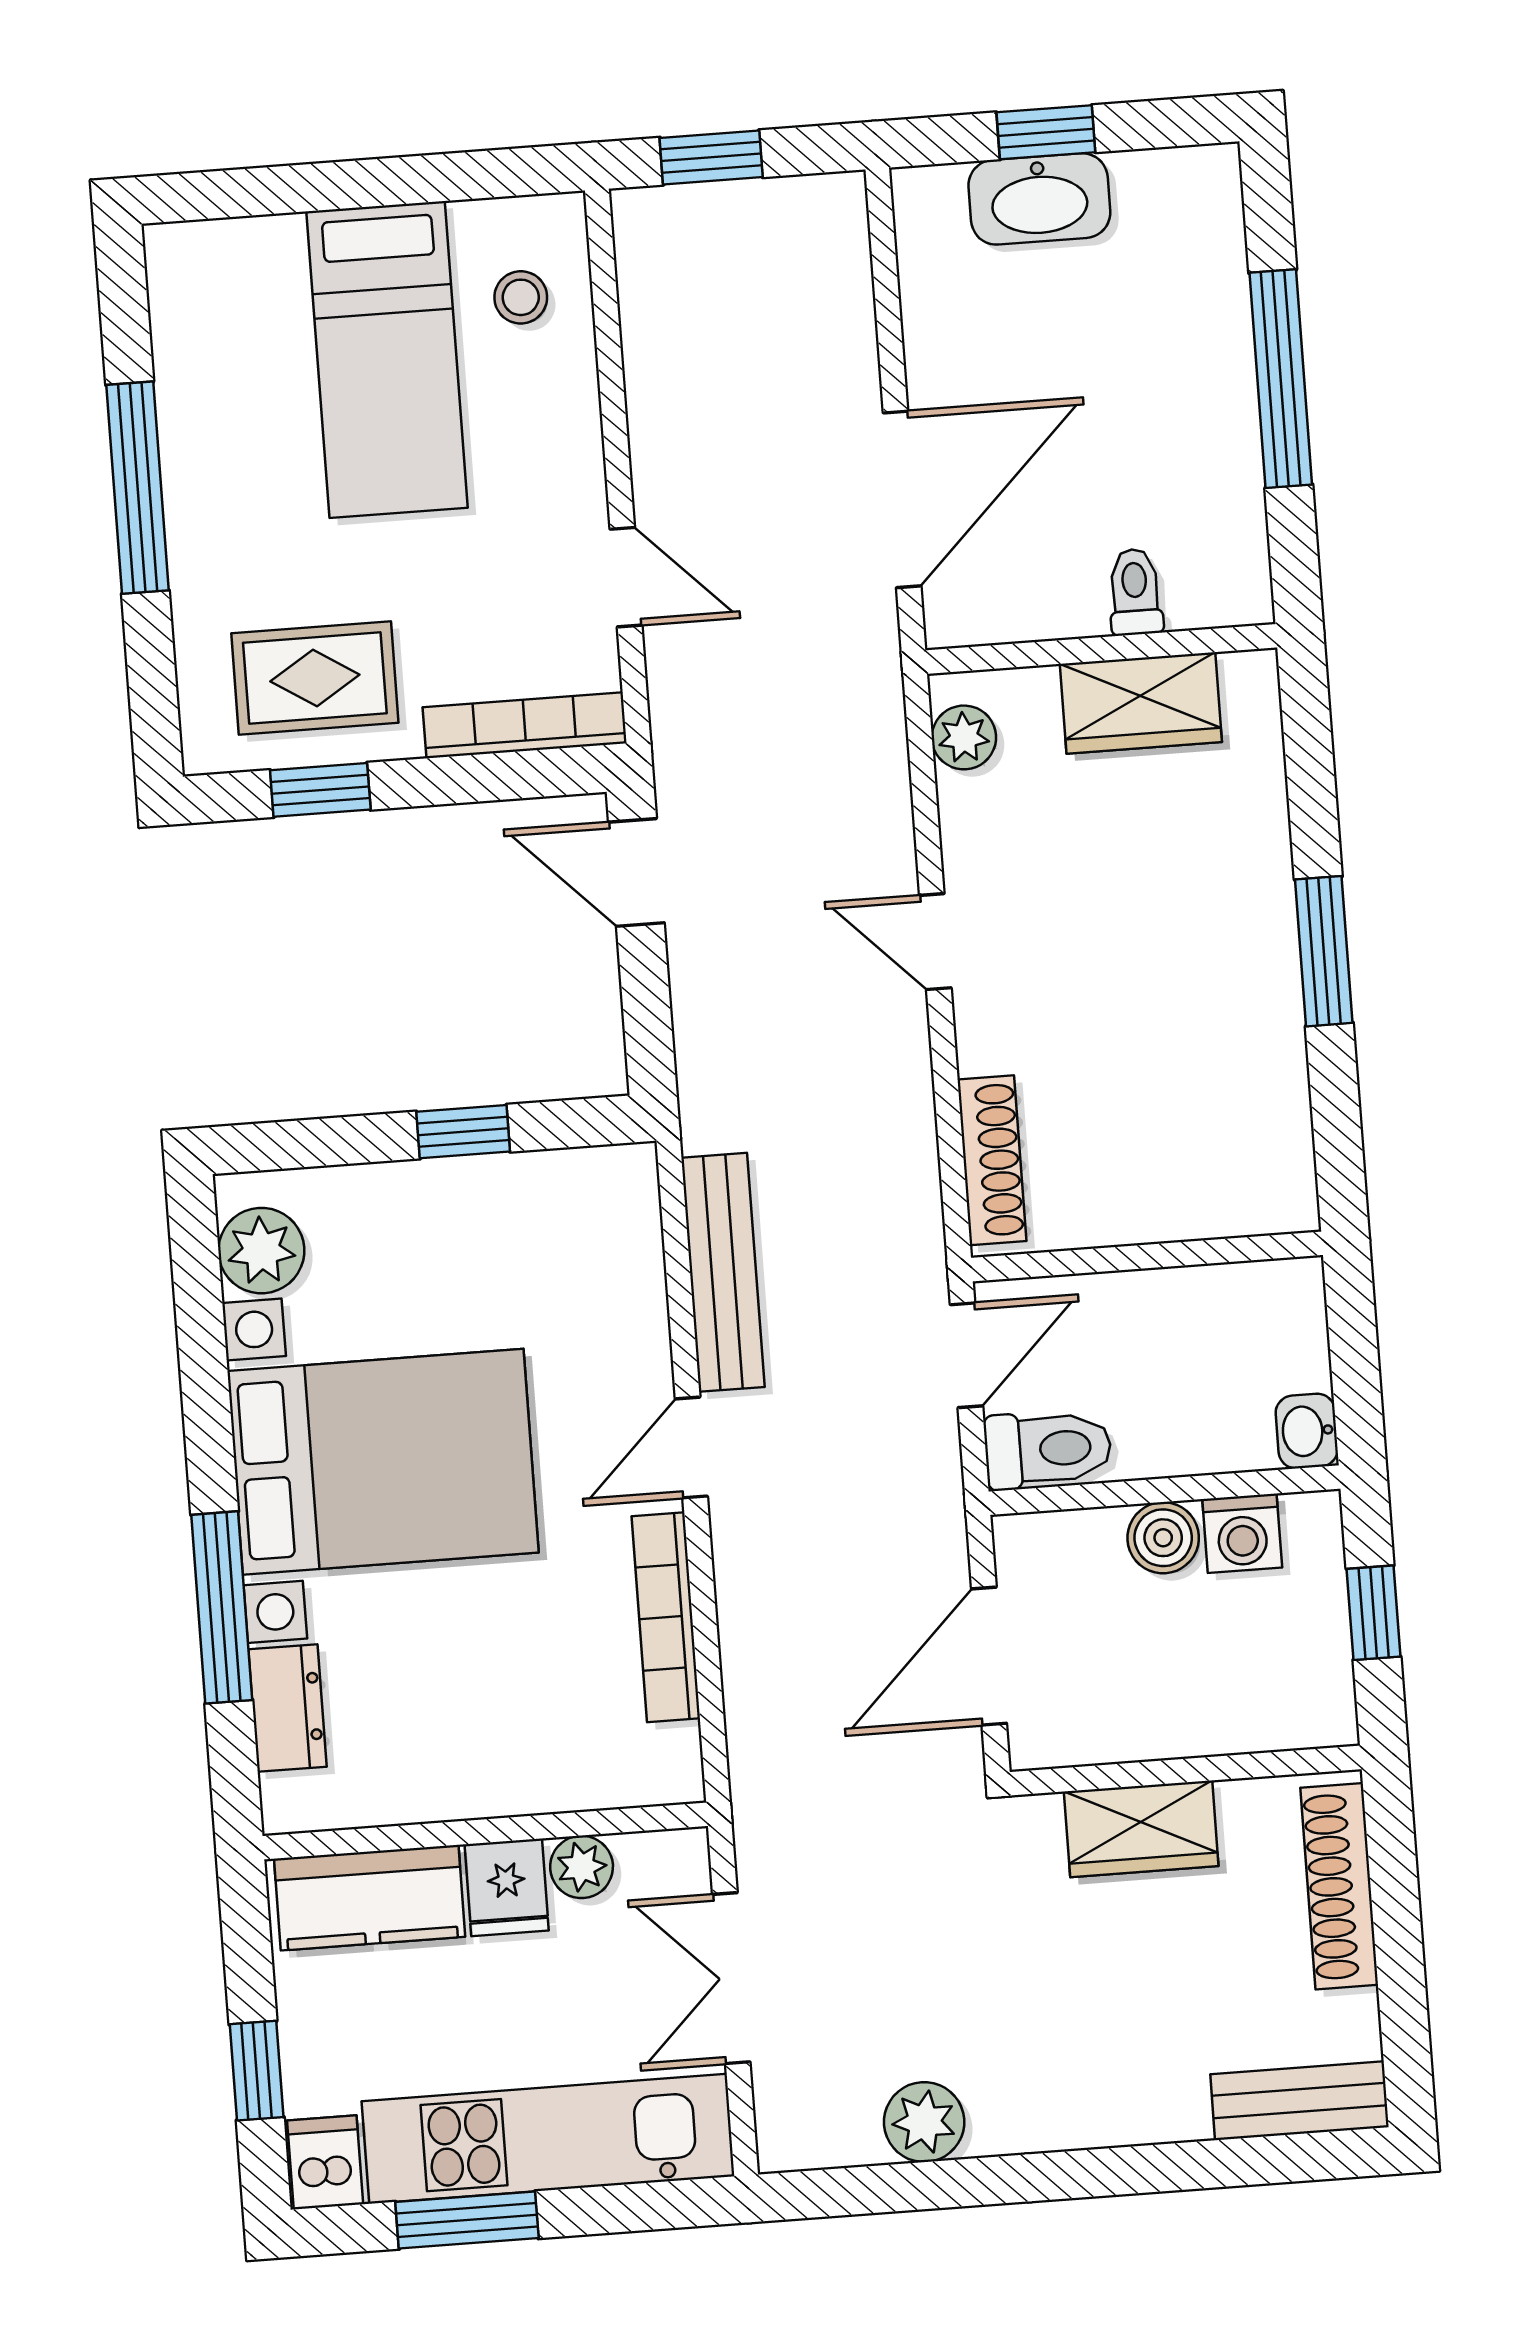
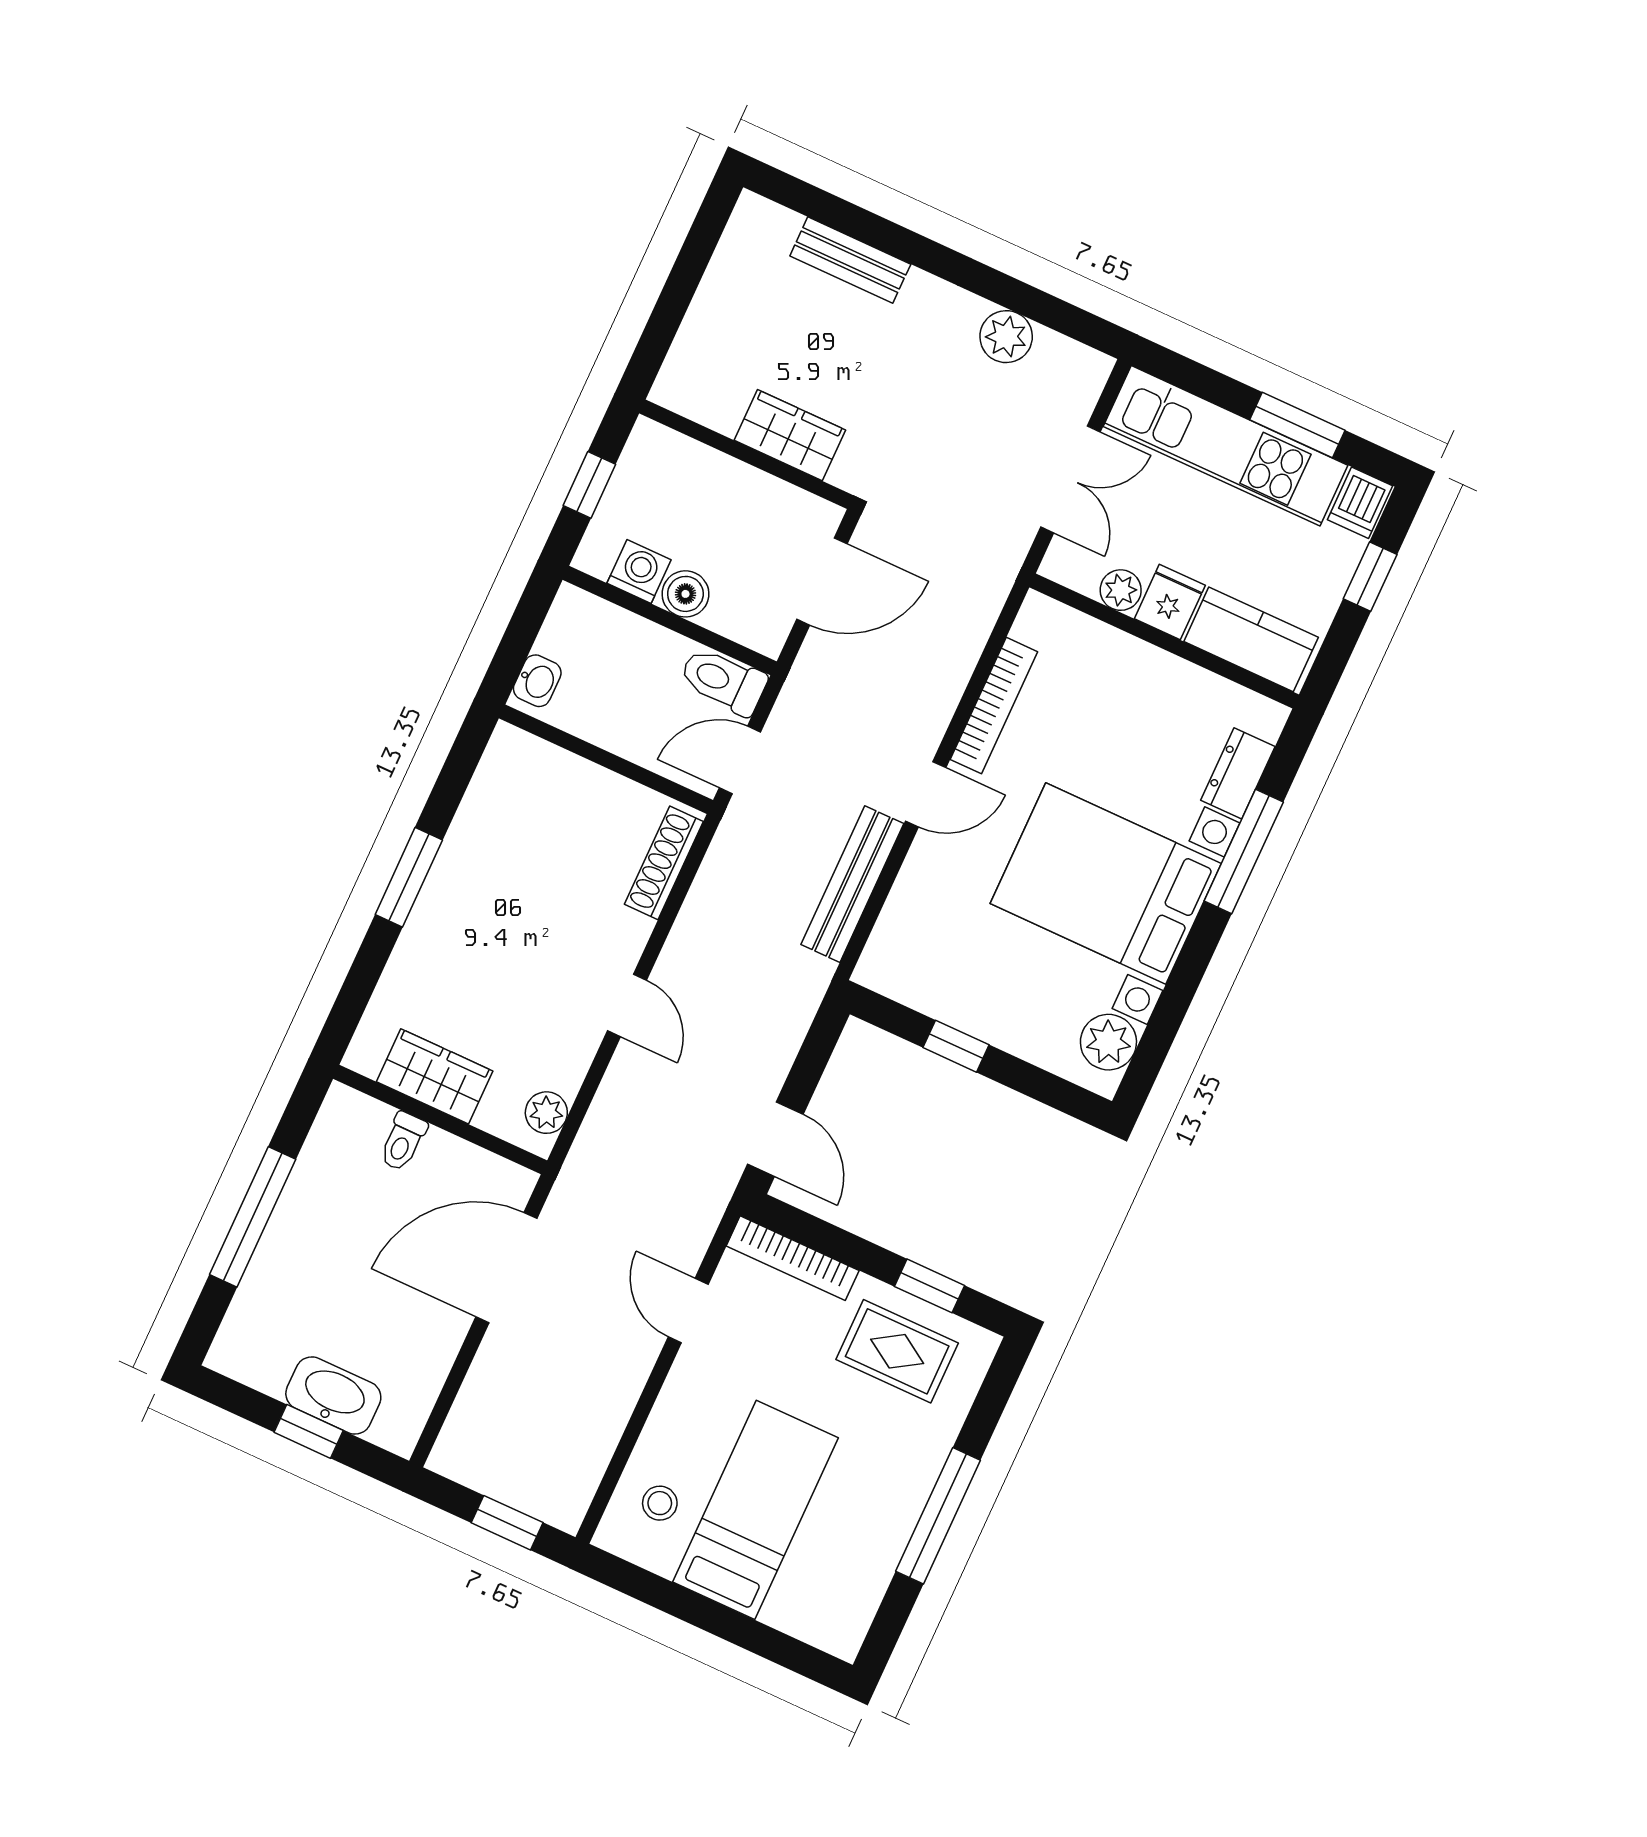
washbasin: (1307, 1431) -> (537, 681), moved
shoe rack: (1339, 1886) -> (695, 340), removed
bench: (1299, 2101) -> (850, 260), moved

